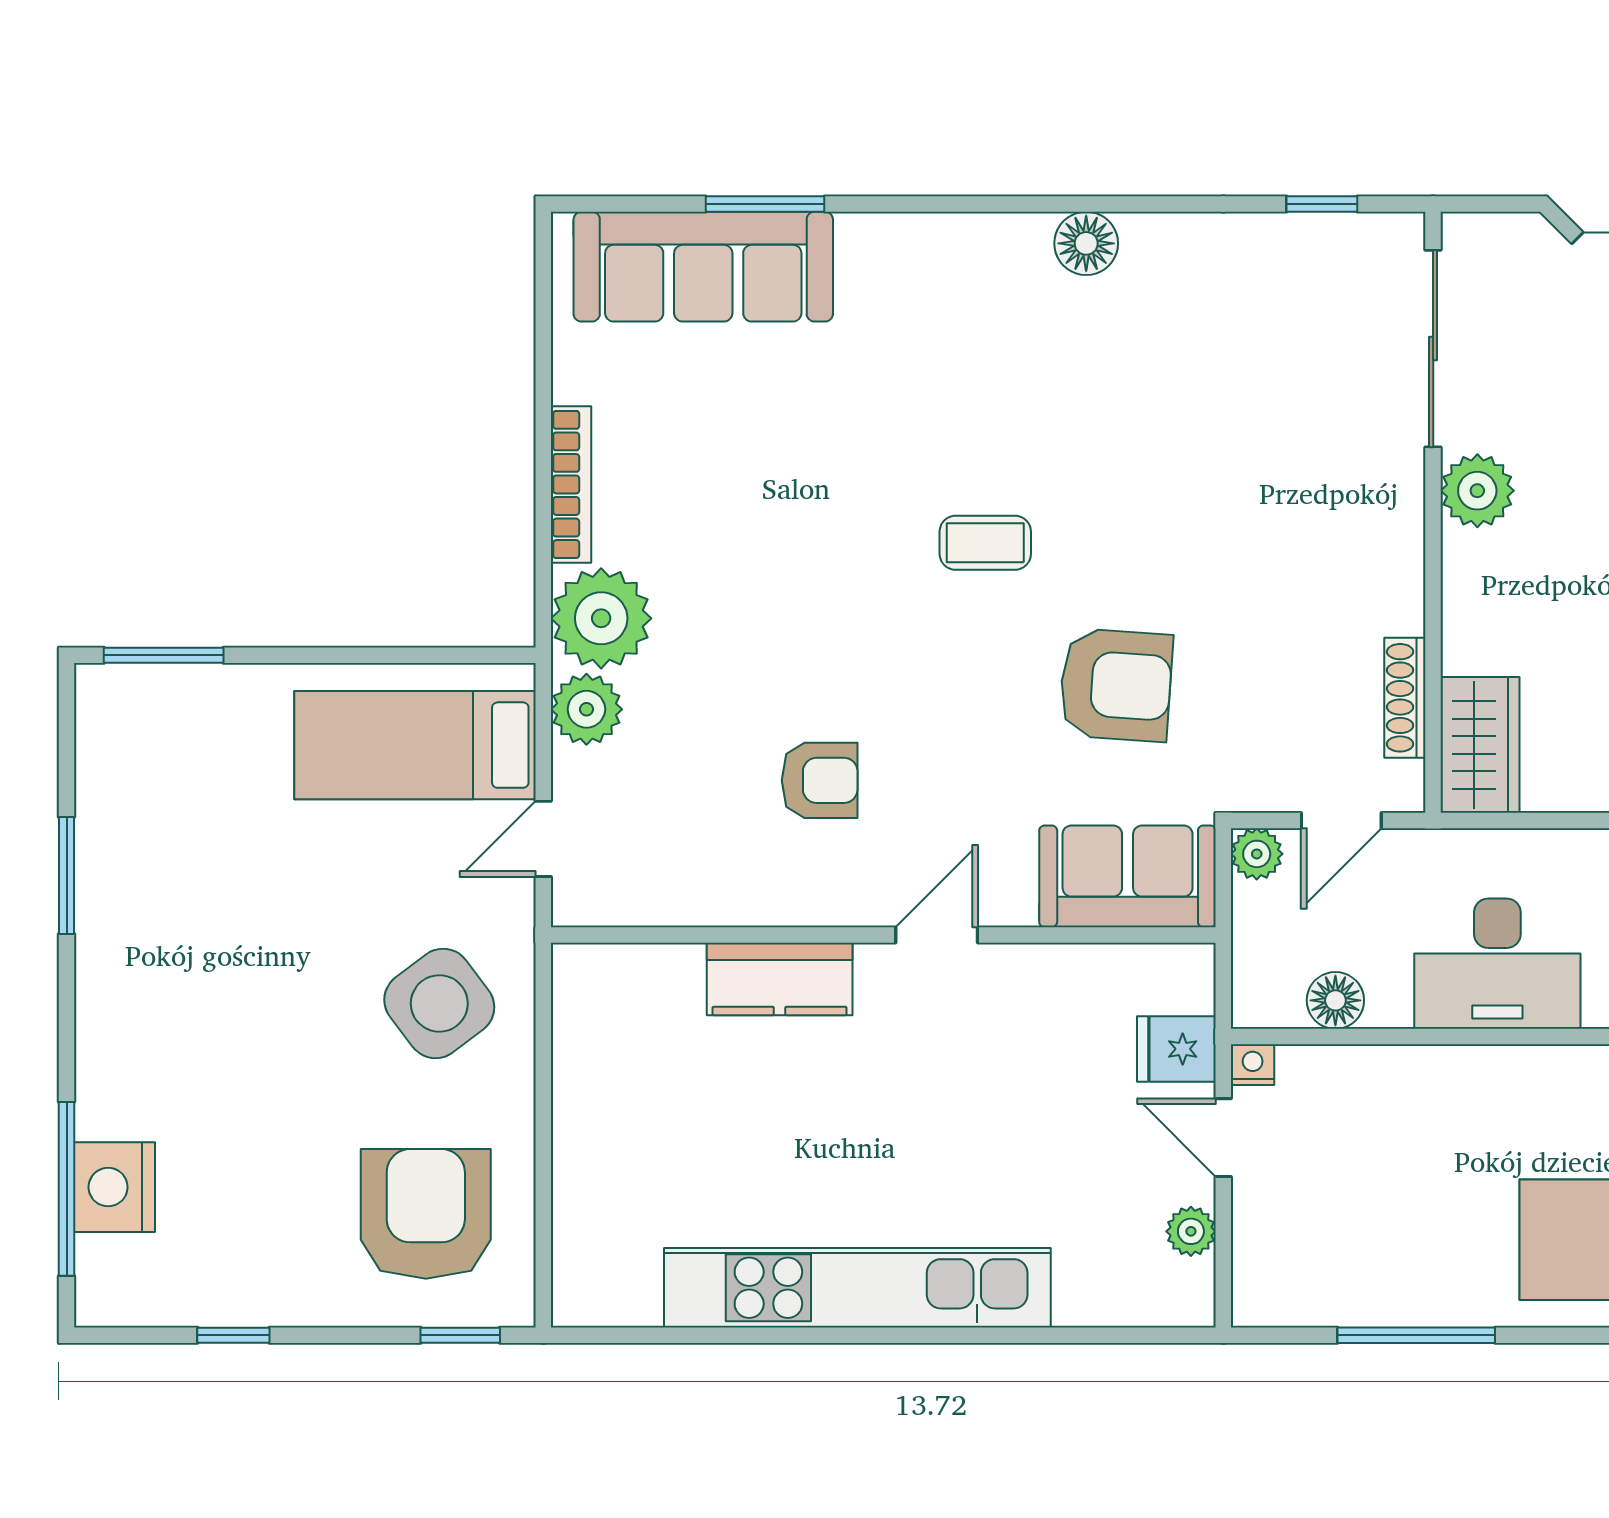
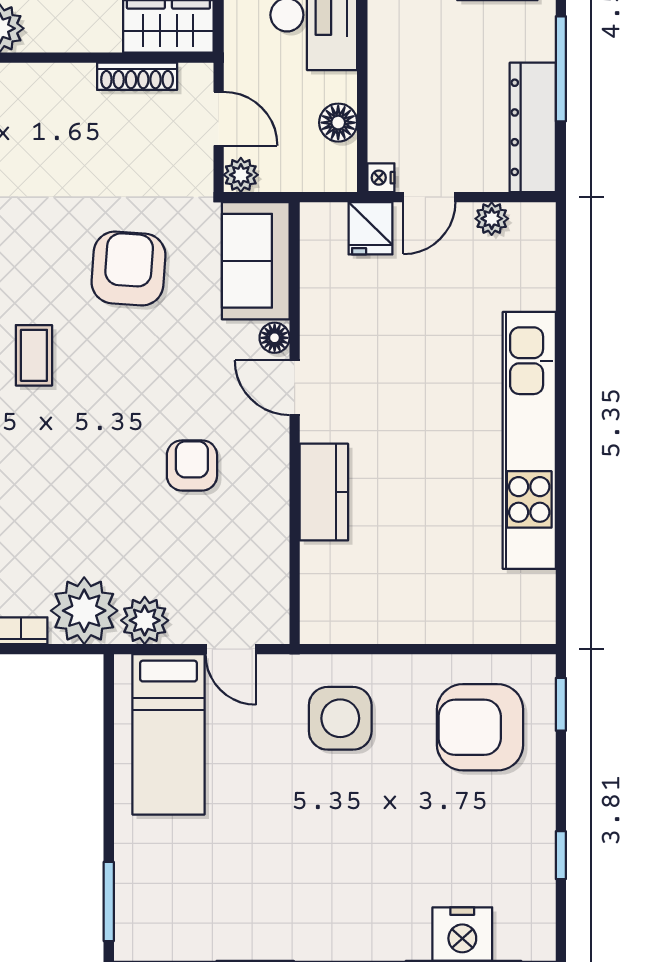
floor lamp: (1012, 905) -> (275, 338), added
side table: (439, 1003) -> (340, 718), turned 37
dresser: (1328, 1293) -> (533, 127), added

